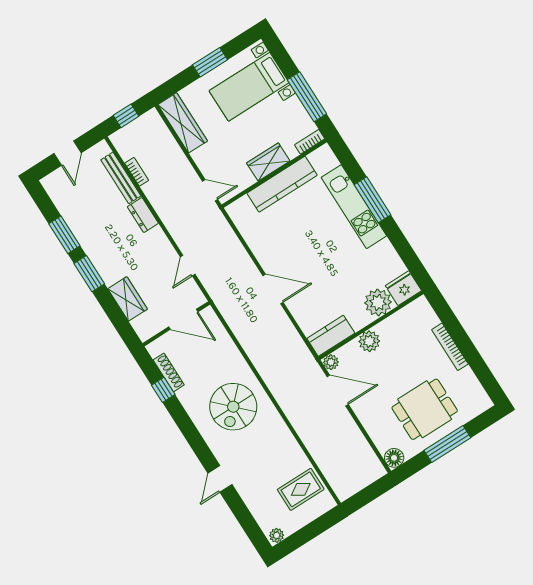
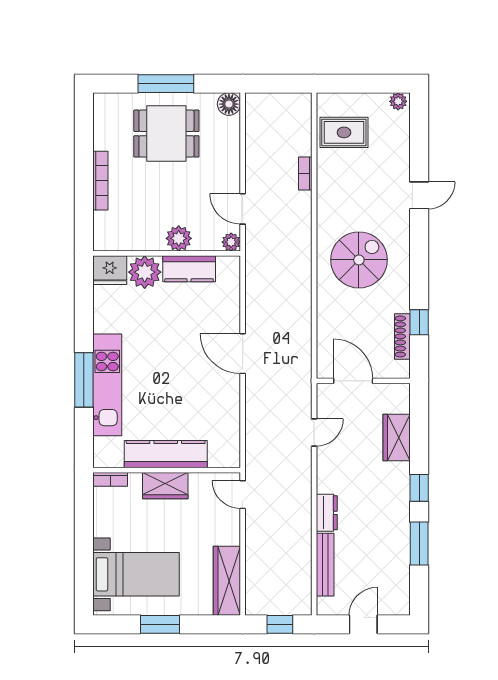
window: (307, 97) -> (84, 527), removed
bookcase: (137, 172) -> (305, 174), moved
window: (89, 274) -> (419, 488), width x0.67
kitchen counter: (331, 336) -> (189, 269), moved
door: (338, 390) -> (243, 209), width x0.73

